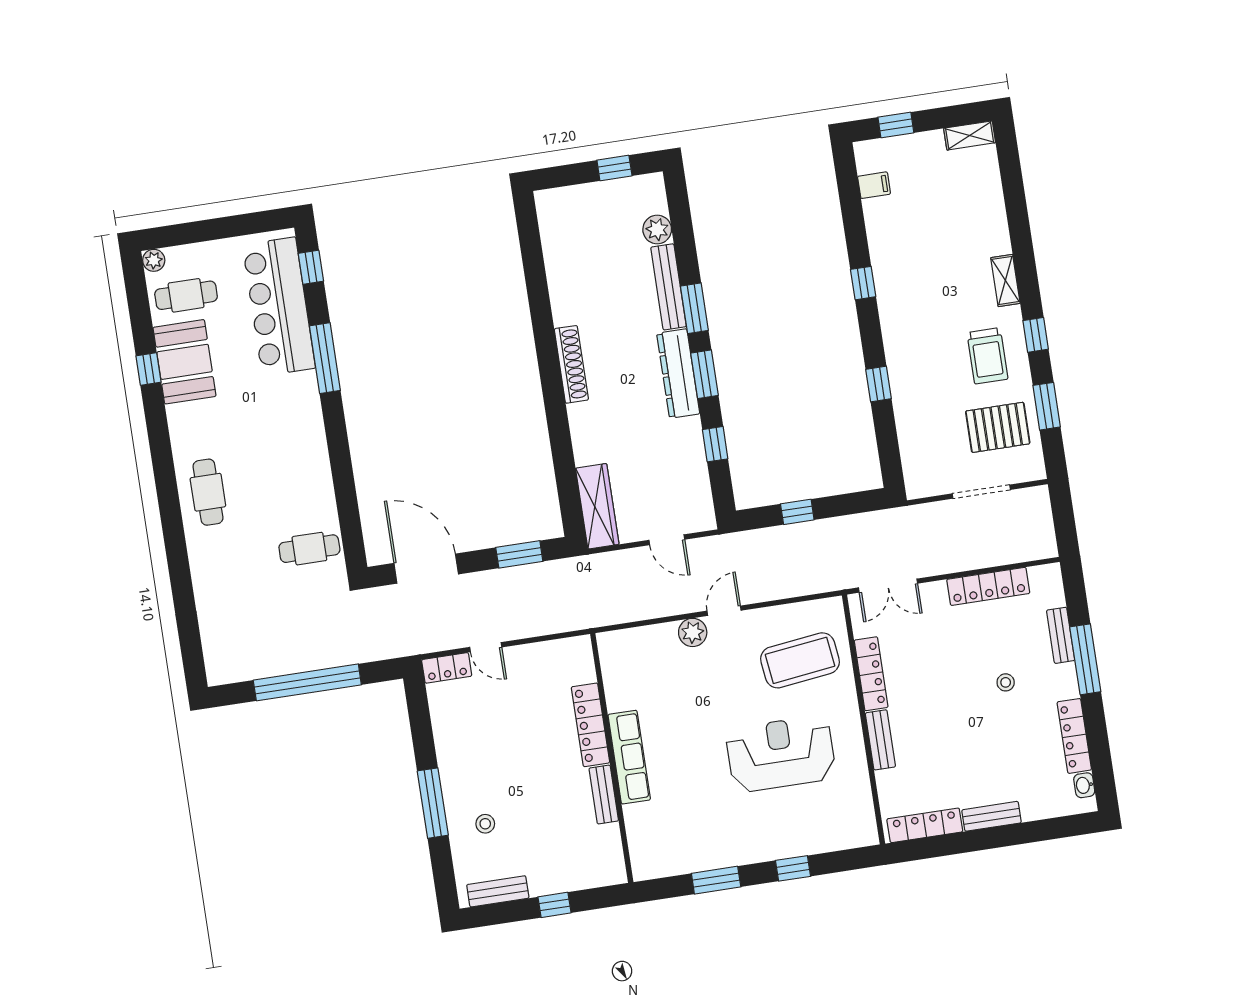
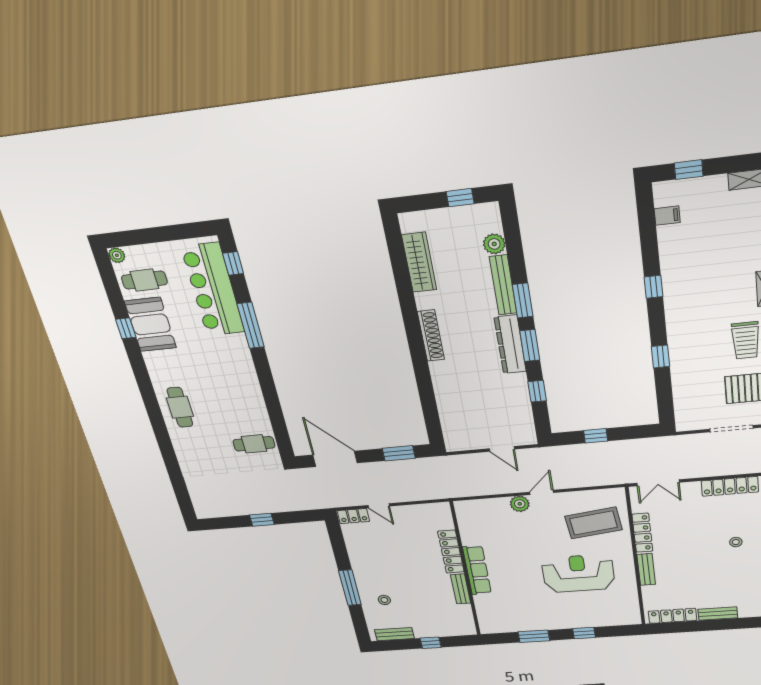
wardrobe: (597, 506) -> (419, 262), moved
window: (307, 682) -> (262, 520), width x0.32

